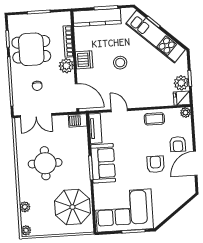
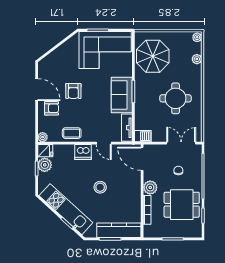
dishwasher: (84, 60) -> (83, 152), moved, turned -90
armchair: (178, 144) -> (52, 108), turned 90
door: (195, 163) -> (37, 90), hinge flipped

